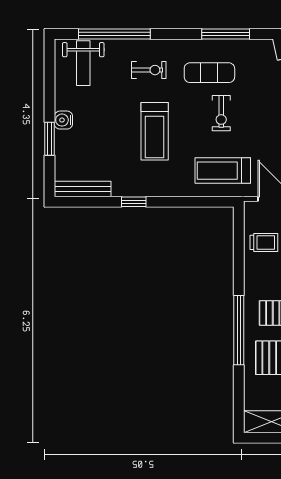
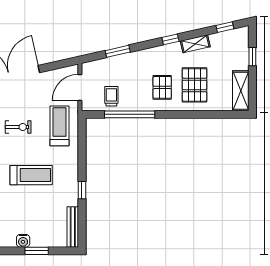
treadmill: (223, 171) -> (60, 126), turned 180
window: (239, 330) -> (130, 114), moved

